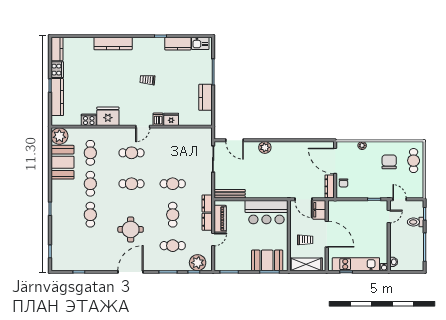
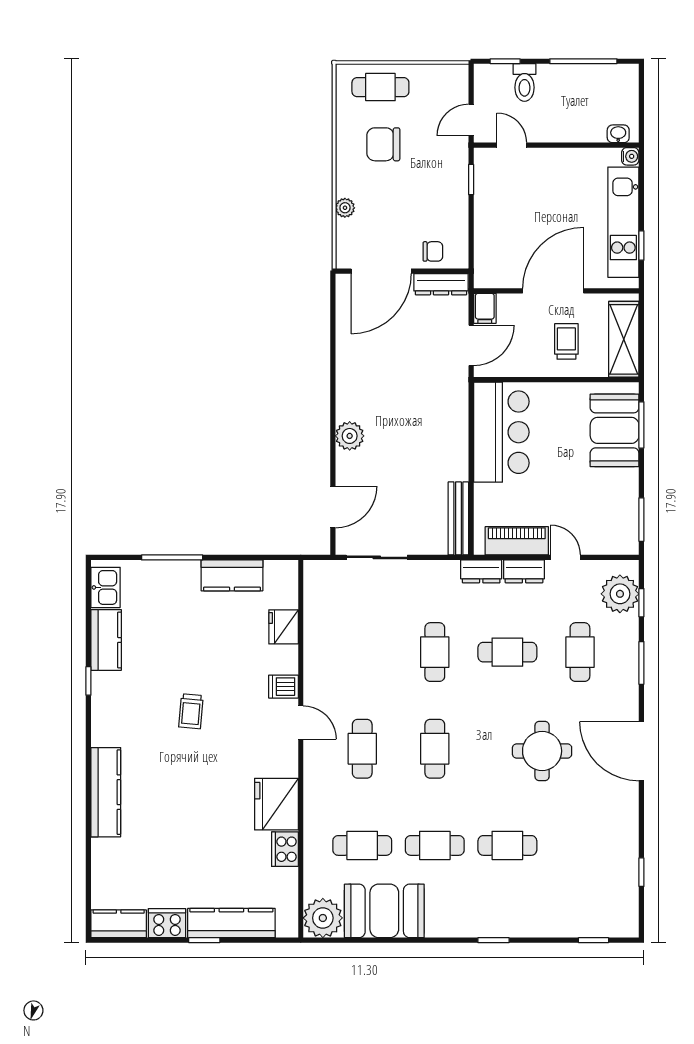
fridge: (171, 119) -> (284, 627), moved
filing cabinet: (319, 210) -> (485, 308), width x0.50

